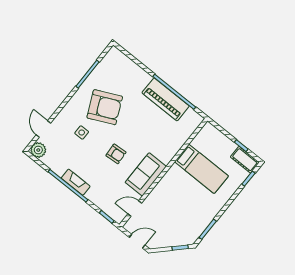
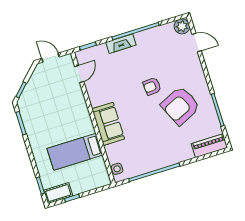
piano: (166, 99) -> (209, 146), moved, width x0.73, depth x0.75
side table: (82, 133) -> (117, 169), moved
armchair: (116, 154) -> (152, 86), moved
sofa: (146, 174) -> (108, 124), moved
fireplace: (76, 182) -> (121, 44), moved
door: (137, 241) -> (51, 58), swing flipped

